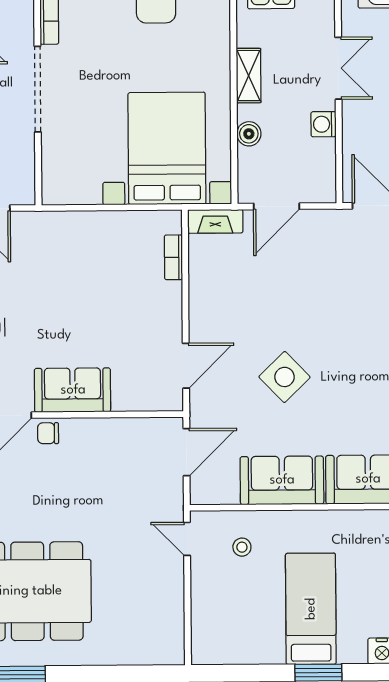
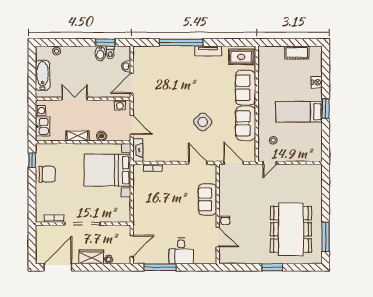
washing machine: (324, 124) -> (120, 105), moved
sofa: (73, 390) -> (208, 199), moved

